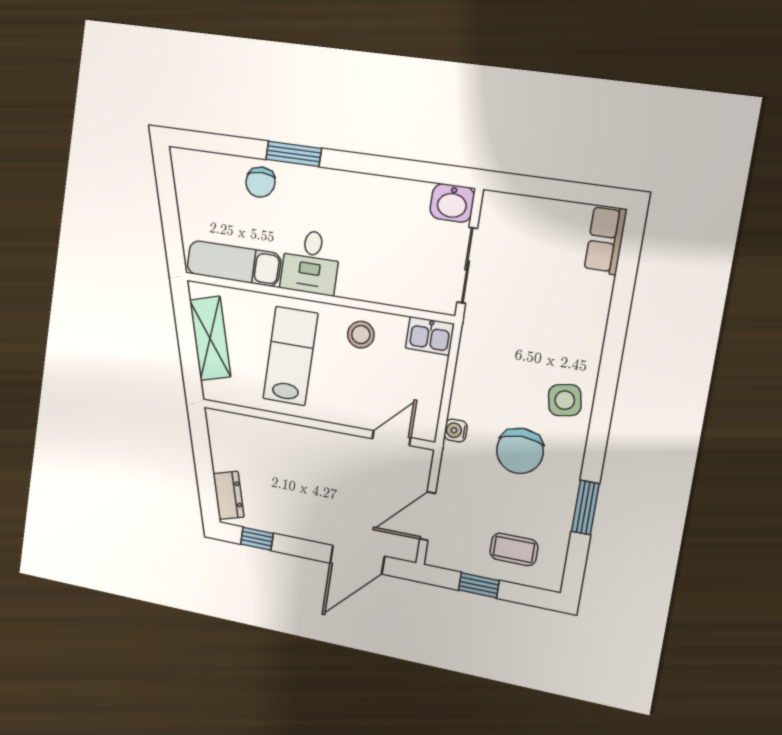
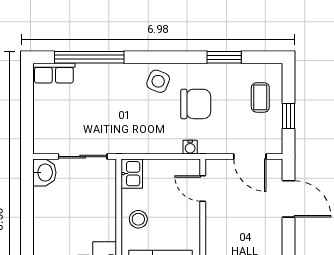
window: (621, 300) -> (89, 57), added
side table: (565, 400) -> (158, 81), turned 33

